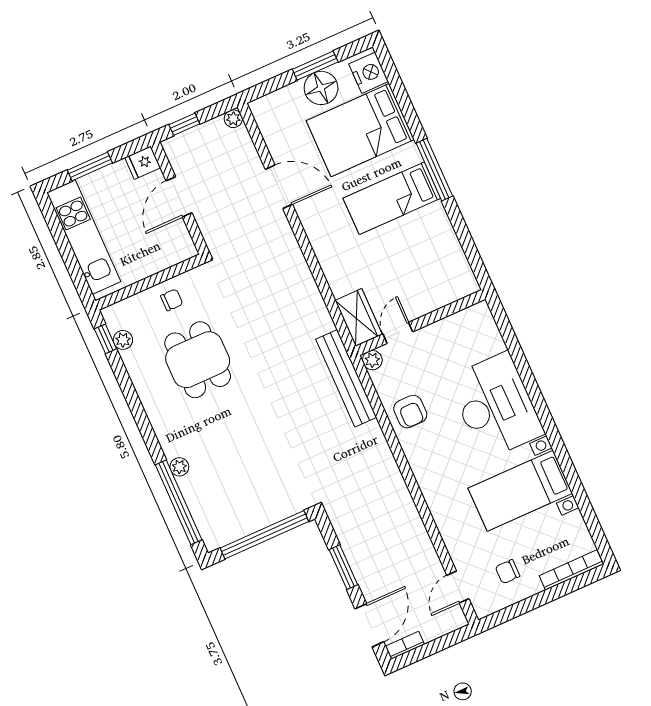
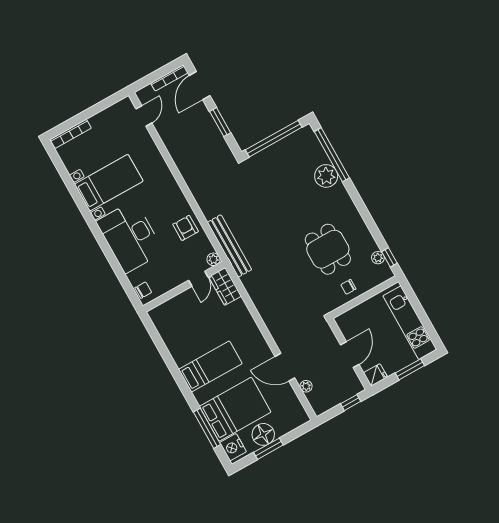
plant: (233, 119) -> (306, 386), moved
window: (434, 170) -> (207, 428), moved
plant: (179, 467) -> (326, 176), width x1.87, depth x1.87
chair: (508, 572) -> (143, 290), moved
bookcase: (405, 645) -> (169, 78), width x1.56

